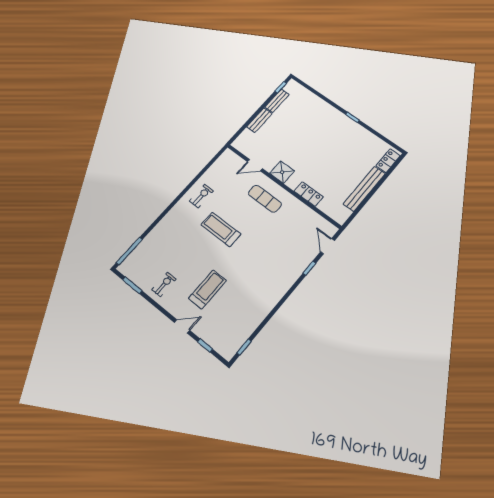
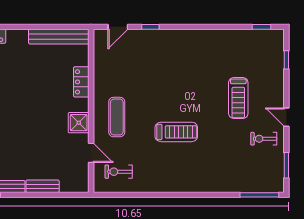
bench: (364, 189) -> (59, 37), moved
exercise bike: (201, 196) -> (119, 172), moved
treadmill: (221, 229) -> (176, 132), turned -90
treadmill: (208, 289) -> (238, 98), turned -90
door: (182, 326) -> (286, 117), moved

